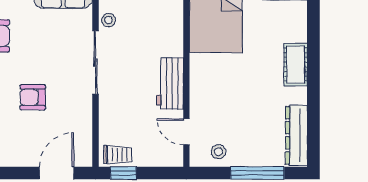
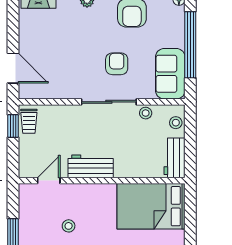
armchair: (33, 97) -> (117, 64), moved
stool: (219, 152) -> (69, 226), moved

